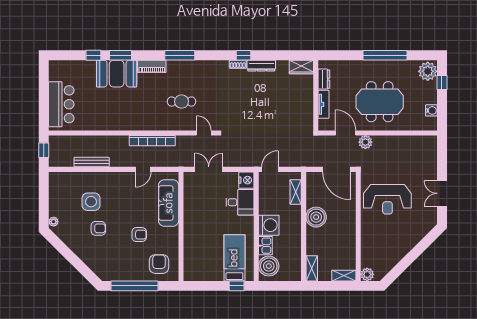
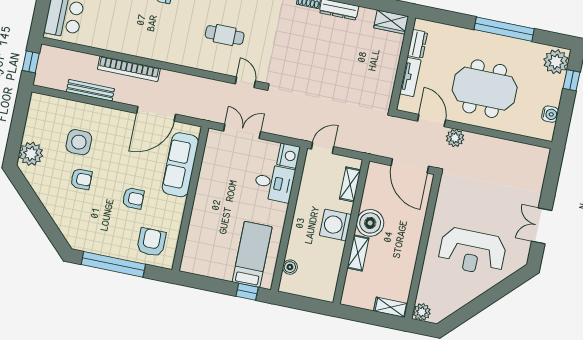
bookcase: (152, 141) -> (129, 69), moved
door: (143, 169) -> (156, 114), width x1.87
reception desk: (387, 199) -> (472, 251), moved
plant: (54, 222) -> (31, 154), width x1.88, depth x1.88
washing machine: (269, 225) -> (335, 225), moved, turned 180
kitchen sink: (265, 246) -> (296, 247), removed
boiler: (269, 266) -> (290, 267), width x0.54, depth x0.54
shelving: (312, 268) -> (358, 253), moved

